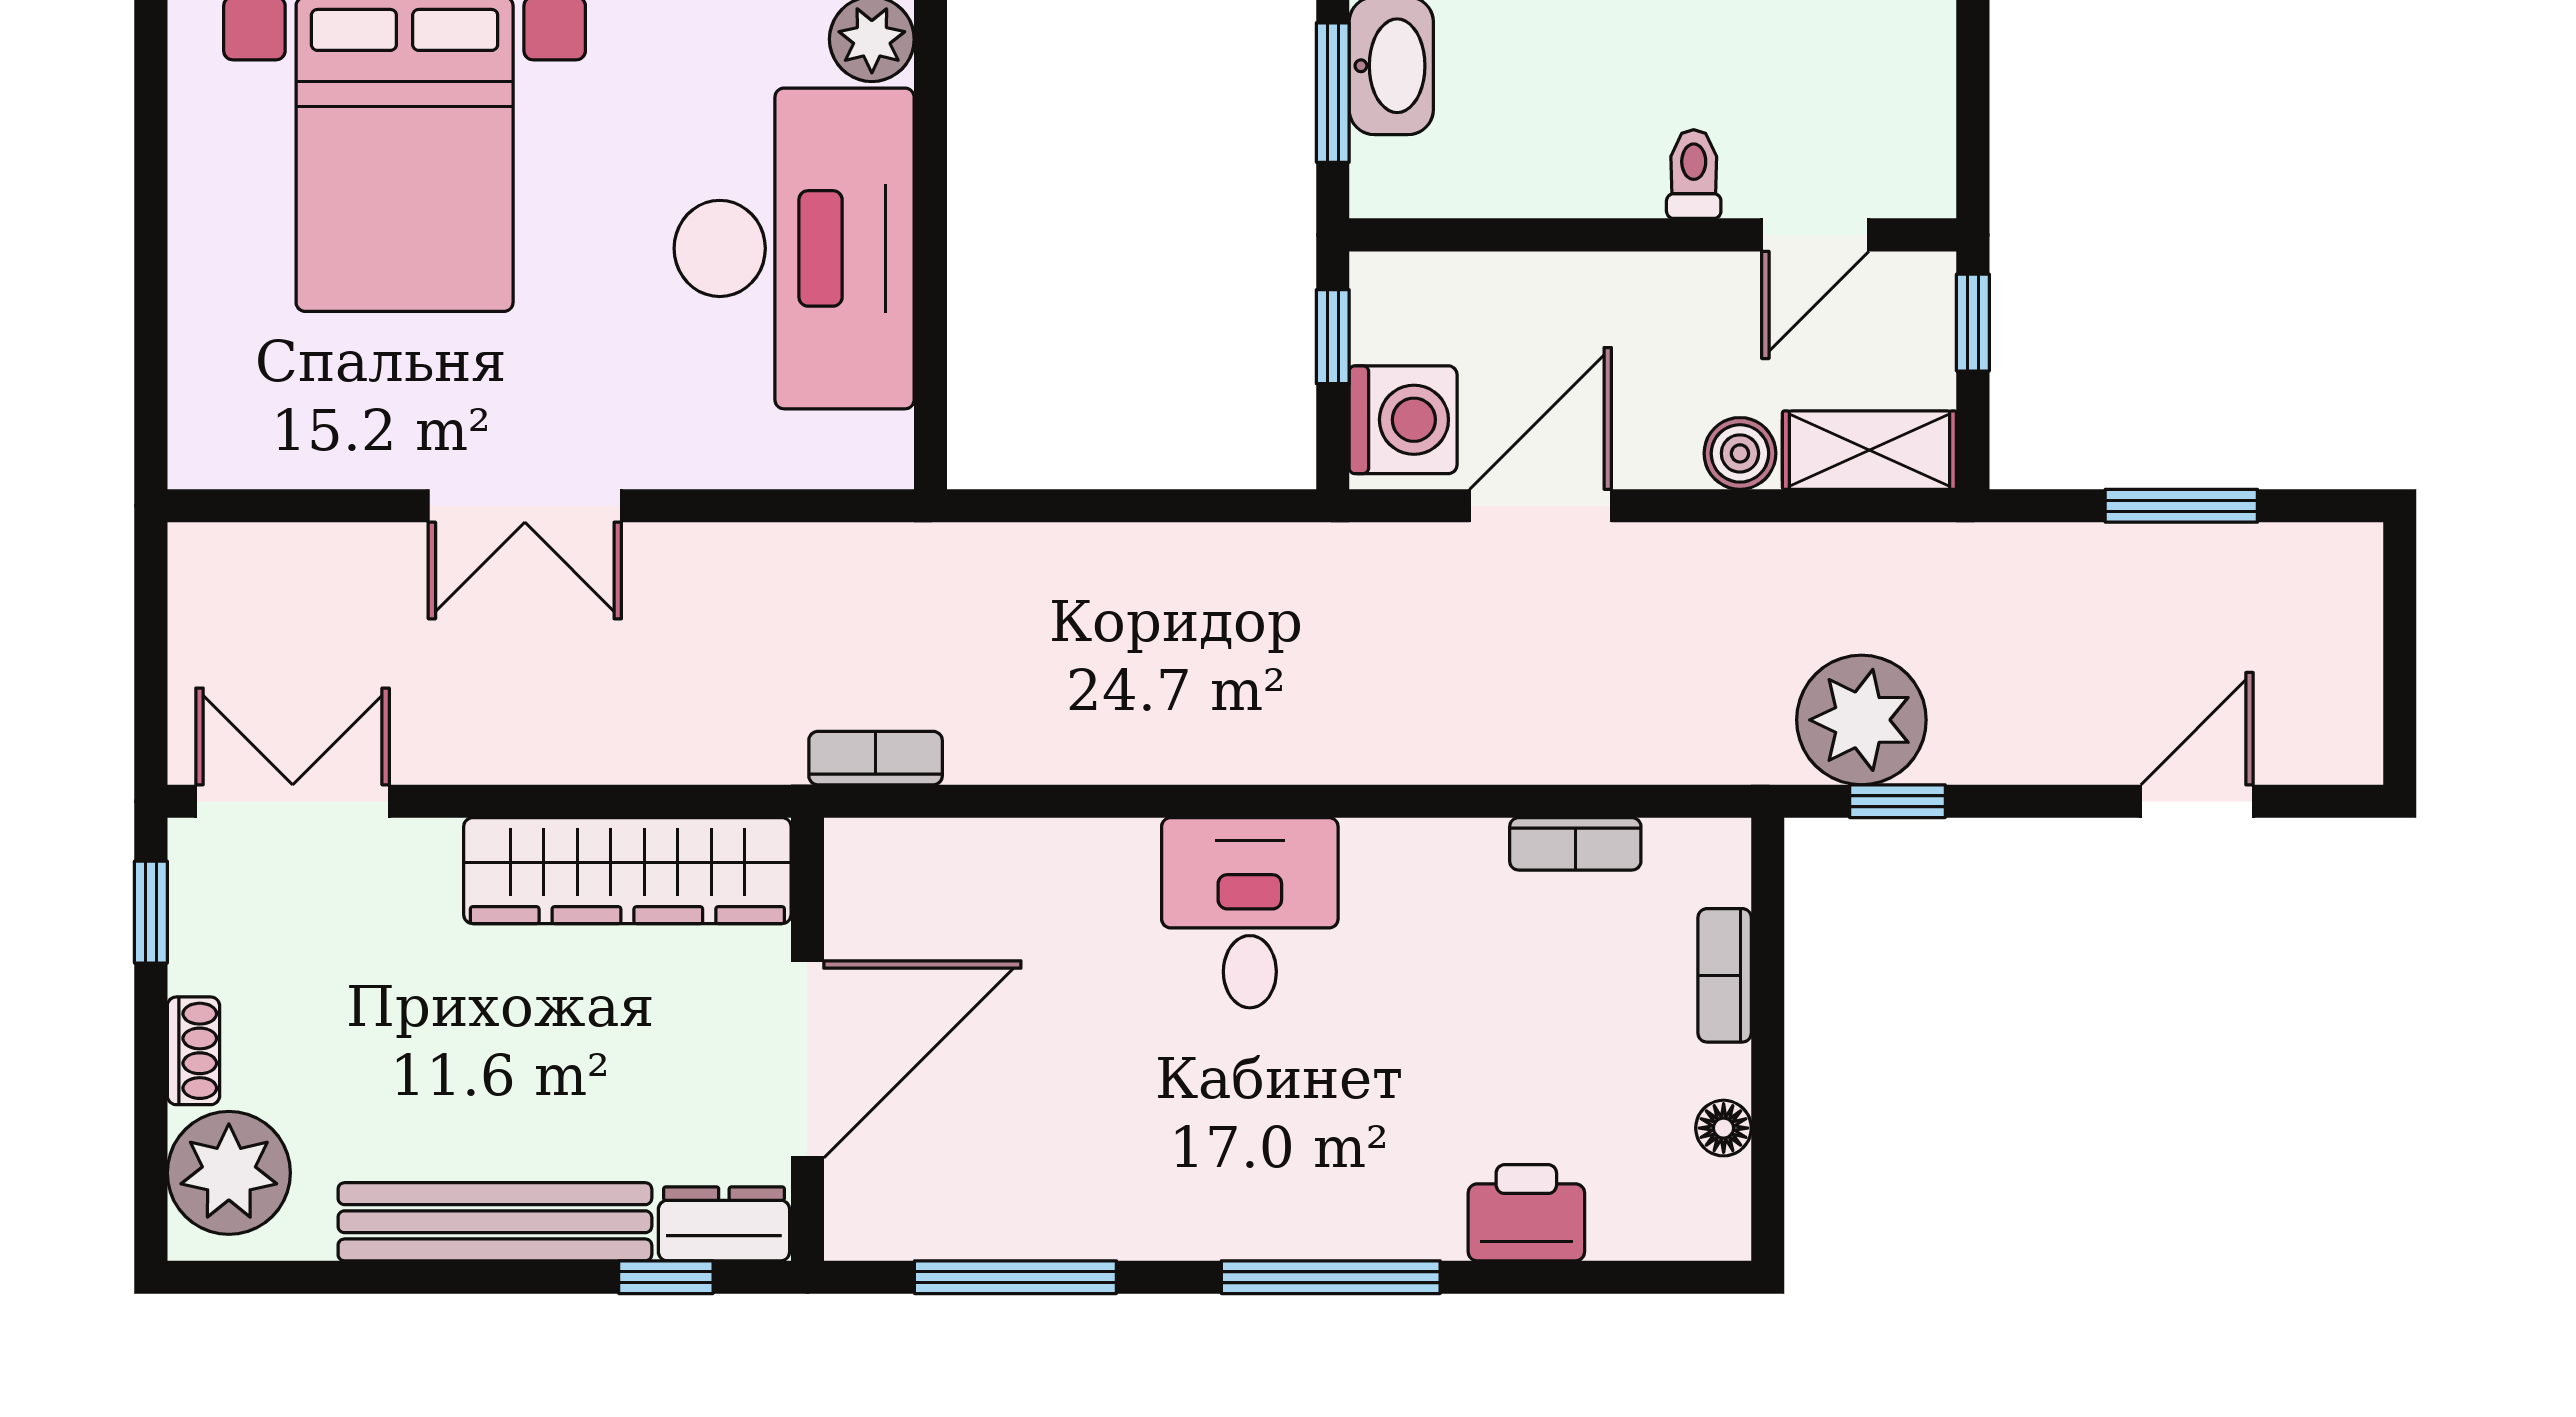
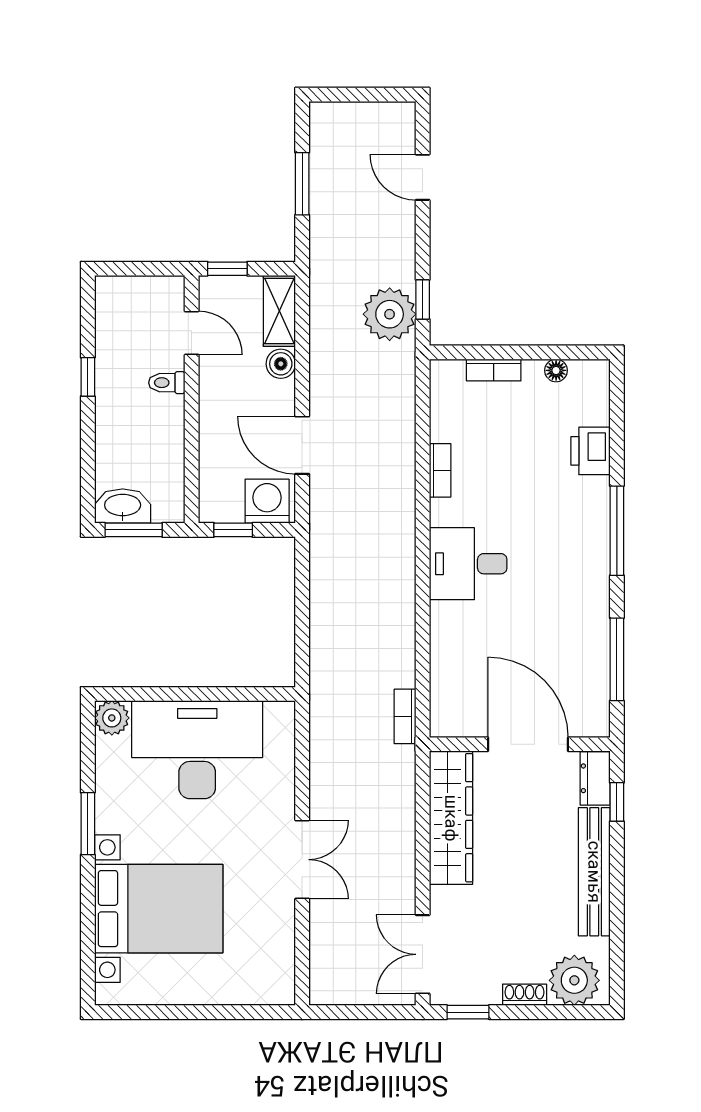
bookcase: (1575, 844) -> (440, 470), moved

